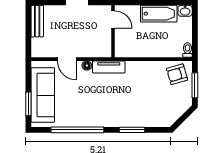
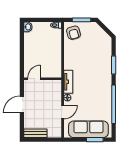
bathtub: (159, 14) -> (30, 46), removed

